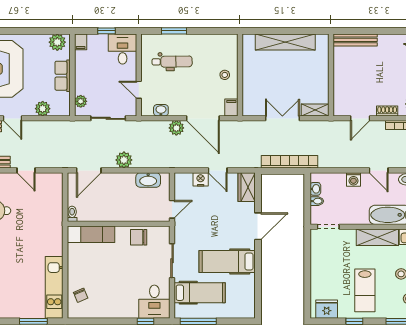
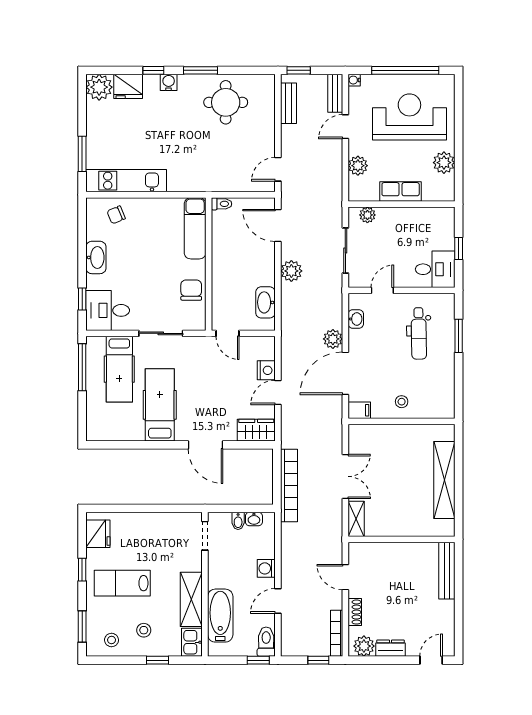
plant: (57, 42) -> (444, 163), moved
filing cabinet: (81, 42) -> (444, 215), removed
door: (26, 170) -> (278, 169), moved
washbasin: (113, 311) -> (96, 257), added

